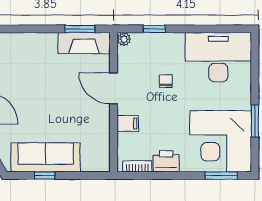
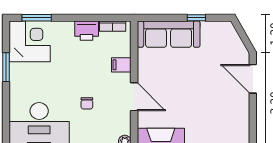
corner desk: (221, 141) -> (30, 41), width x0.74, depth x0.74
sofa: (46, 157) -> (169, 34), moved

